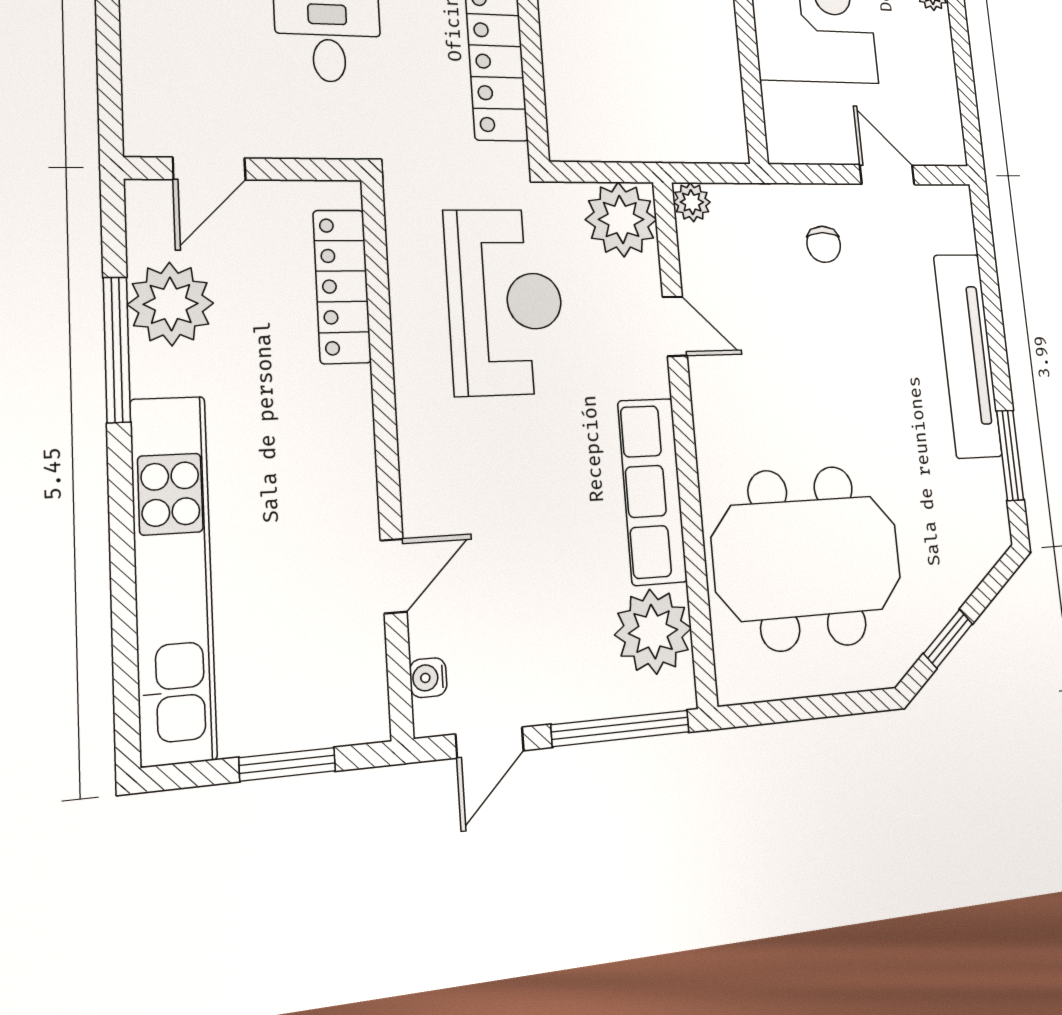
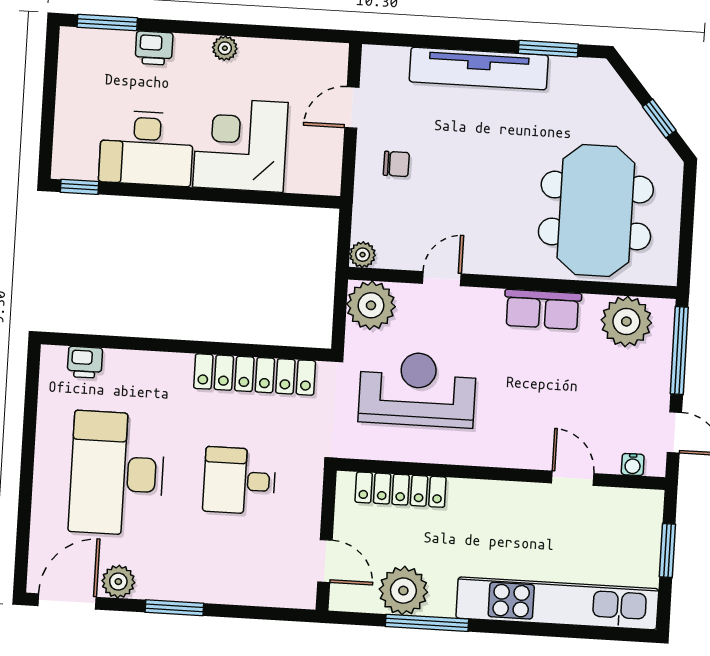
row of seats: (652, 491) -> (542, 309), width x0.68

